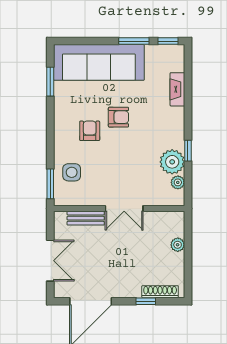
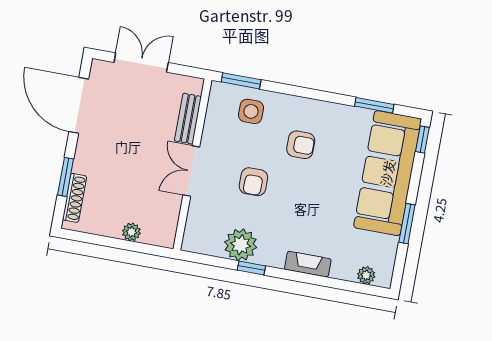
window: (168, 41) -> (422, 140), moved
fireplace: (177, 89) -> (308, 264), moved
armchair: (118, 117) -> (253, 182), moved
plant: (178, 182) -> (366, 275), moved
double door: (50, 261) -> (141, 62), swing flipped
window: (146, 301) -> (66, 177), width x1.50

